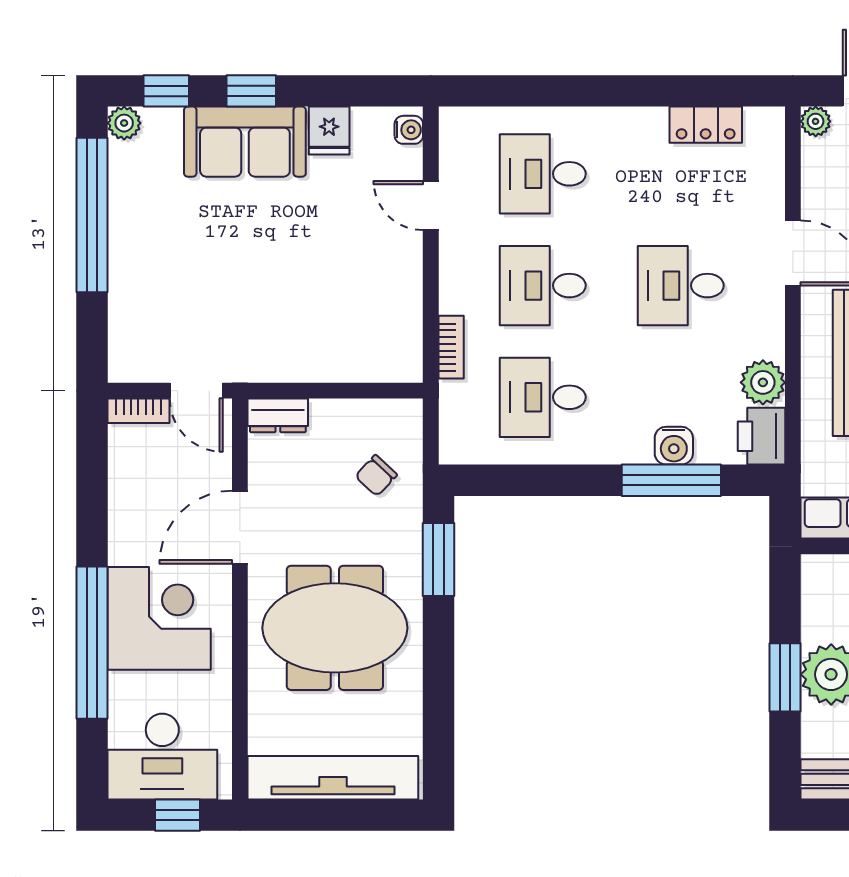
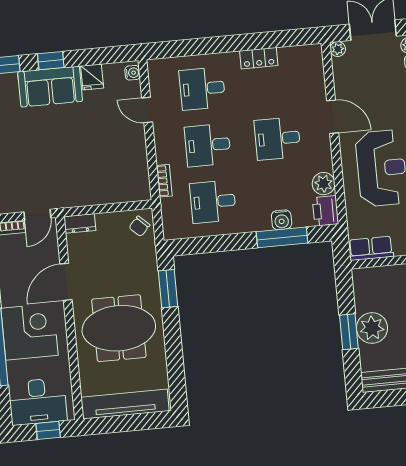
locker: (706, 125) -> (259, 58), moved
door: (196, 391) -> (37, 215), hinge flipped
chair: (376, 476) -> (139, 226), moved

